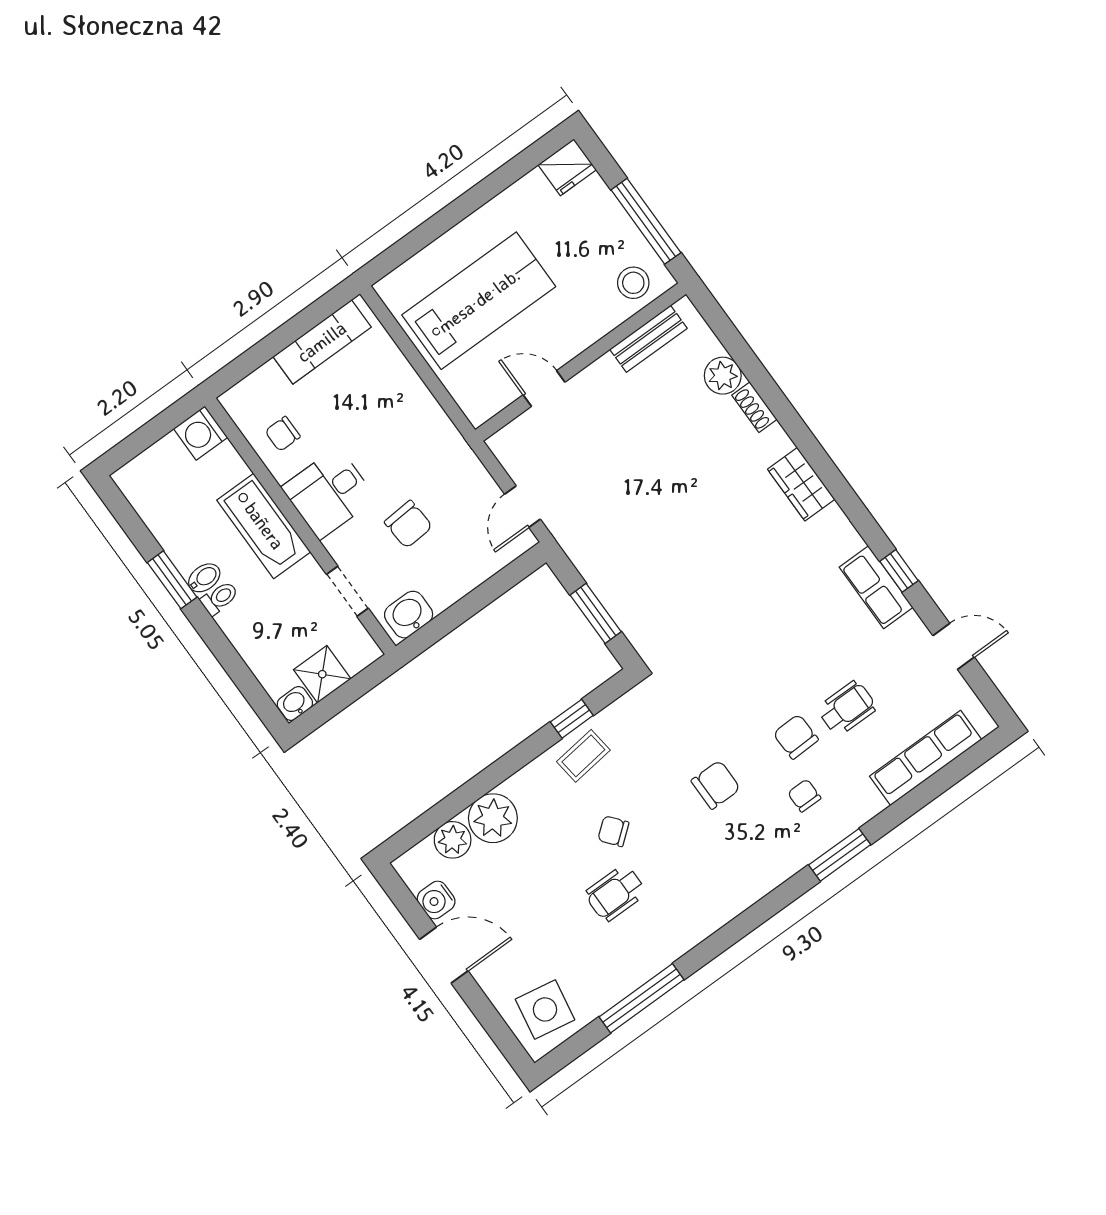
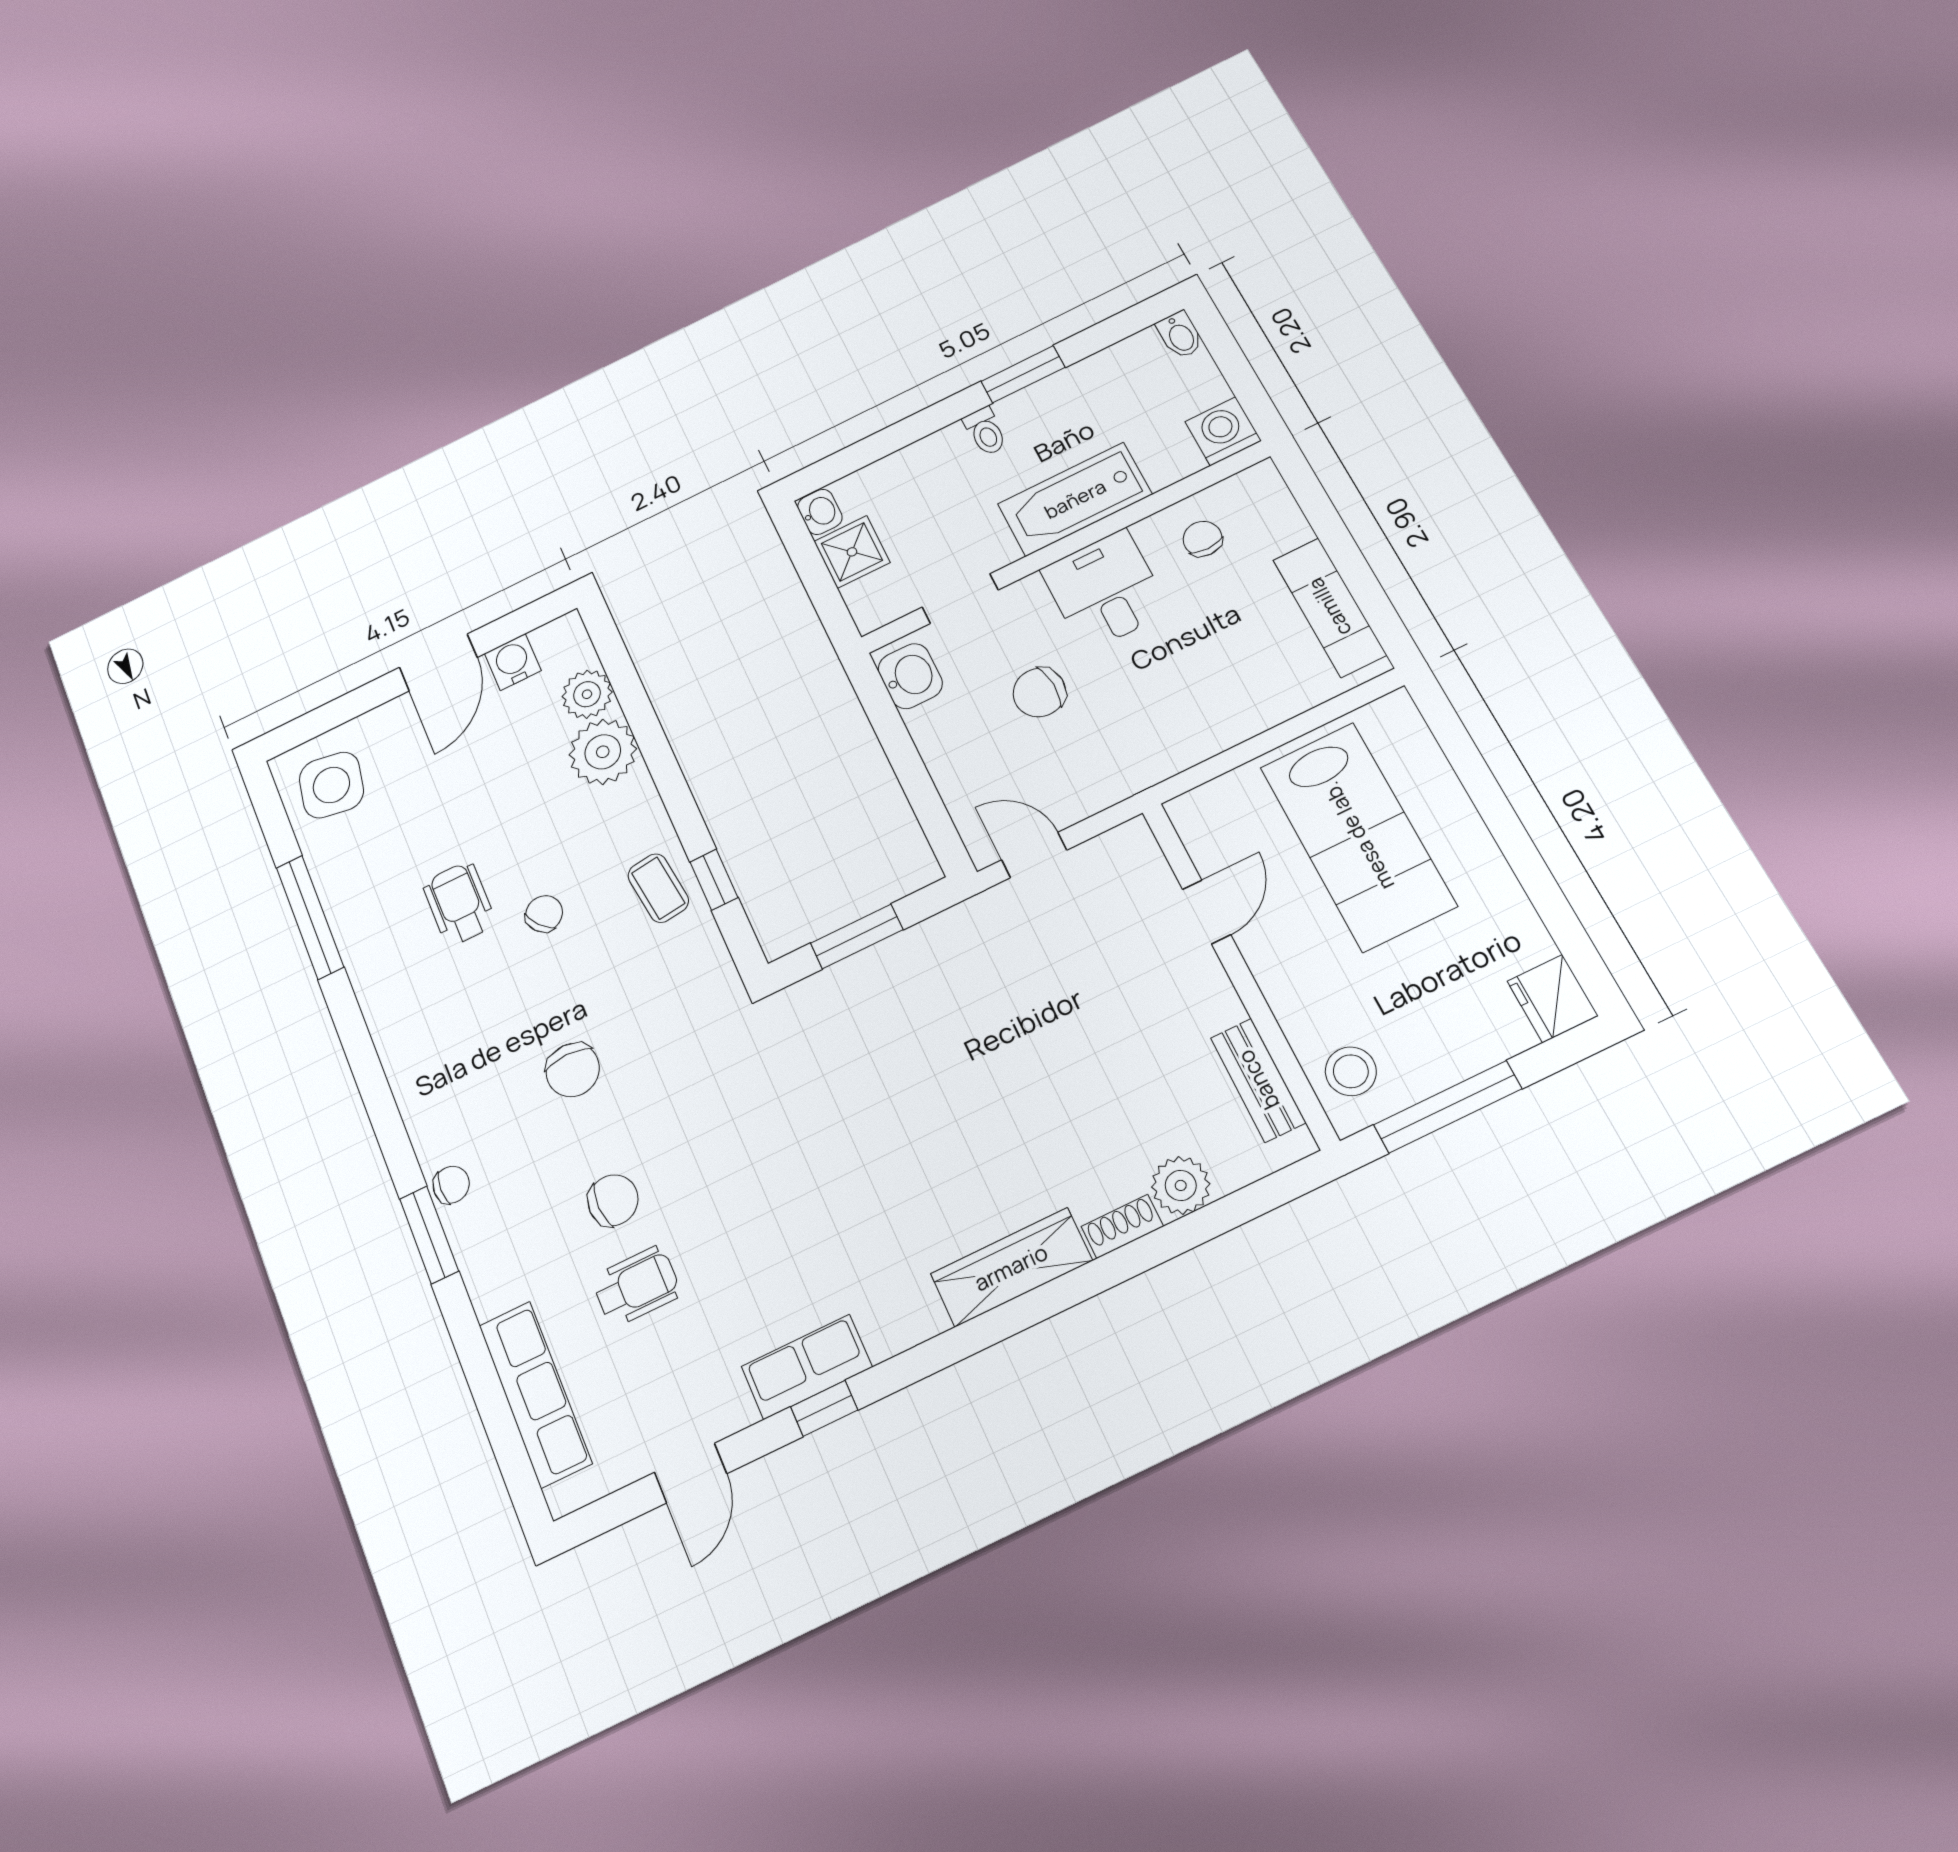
wardrobe: (801, 484) -> (1011, 1267), width x1.50
bidet: (204, 578) -> (1180, 335), moved
wheelchair: (847, 708) -> (636, 1286), turned -90
chair: (804, 796) -> (451, 1185), moved

